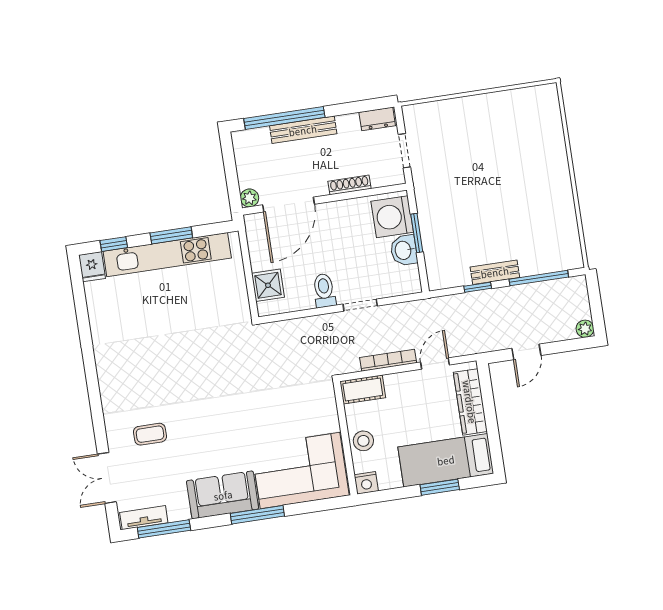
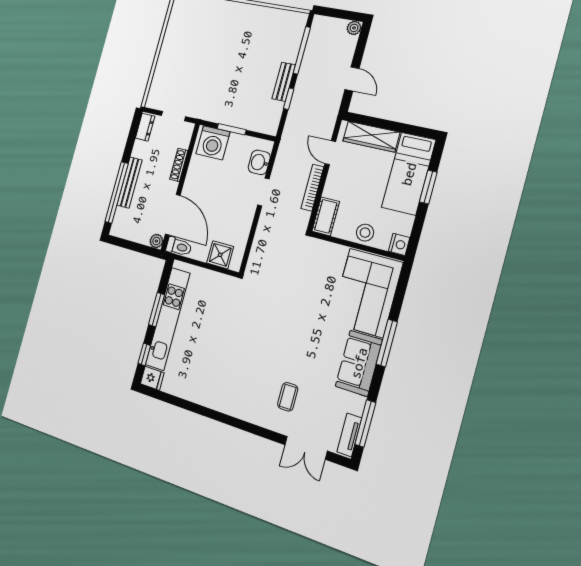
washbasin: (404, 250) -> (259, 162), moved, turned 90
toilet: (324, 290) -> (179, 247), moved, turned 180

